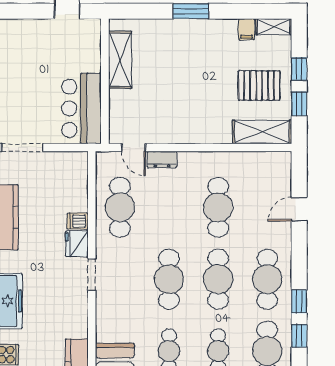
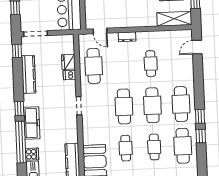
dresser: (162, 160) -> (127, 37), moved
cafe table: (218, 207) -> (151, 64), width x0.73, depth x0.74
door: (299, 209) -> (197, 47), moved
fridge: (77, 244) -> (68, 62), moved

